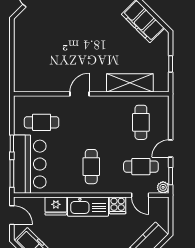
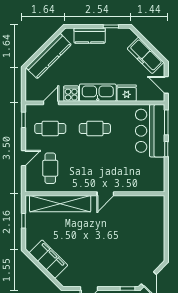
shelving: (130, 83) -> (60, 204), width x1.47
cafe table: (42, 122) -> (139, 168), removed
door: (171, 149) -> (23, 158), moved
cafe table: (91, 167) -> (95, 128), turned 90
plant: (163, 187) -> (30, 110), removed
door: (140, 195) -> (51, 103), hinge flipped

